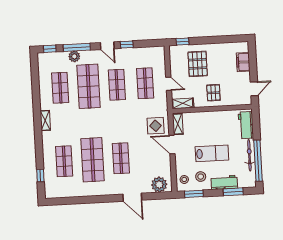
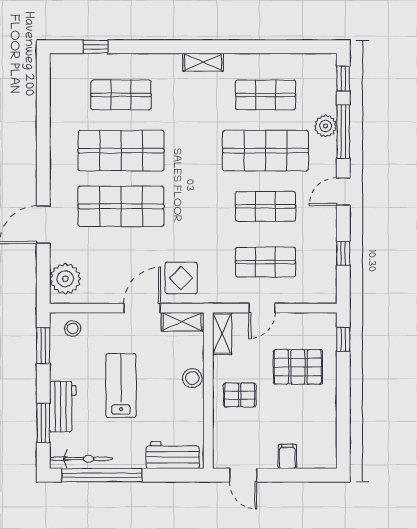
window: (127, 45) -> (343, 253), moved
filing cabinet: (243, 62) -> (287, 456), width x0.50
lab bench: (212, 153) -> (121, 385), turned 180
bicycle: (249, 155) -> (81, 459), moved
shop shelf: (121, 158) -> (121, 206), width x1.43, depth x1.36
stool: (201, 177) -> (192, 378), moved

